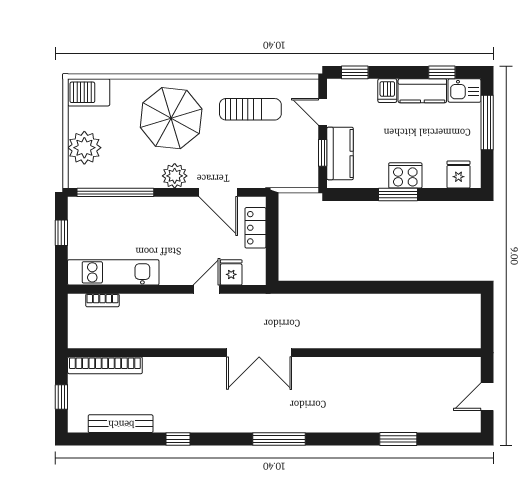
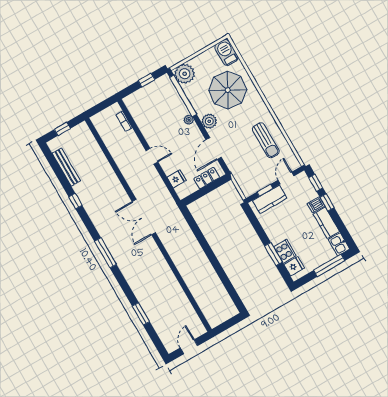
window: (442, 72) -> (327, 202), moved
parasol: (171, 118) -> (228, 90), moved
plant: (84, 148) -> (185, 74), moved
cooker: (405, 175) -> (285, 251), moved
window: (398, 195) -> (273, 254), moved
plant: (155, 205) -> (189, 120), added
kitchen unit: (113, 272) -> (142, 118), removed
door: (206, 289) -> (152, 156), moved
bookcase: (105, 365) -> (92, 142), removed
door: (487, 397) -> (189, 347), hinge flipped

